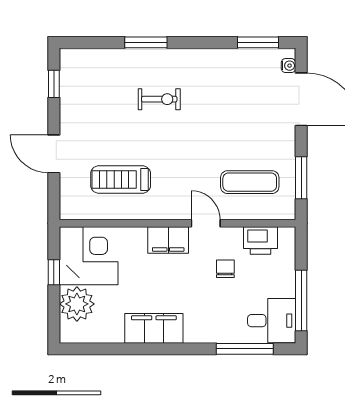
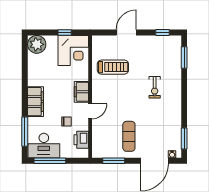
window: (146, 42) -> (184, 57), moved
treadmill: (121, 179) -> (113, 67), turned 90
exercise mat: (250, 182) -> (129, 136), moved
plant: (77, 304) -> (37, 44), moved
desk: (272, 321) -> (44, 146), width x1.37
filing cabinet: (154, 328) -> (36, 102), moved

